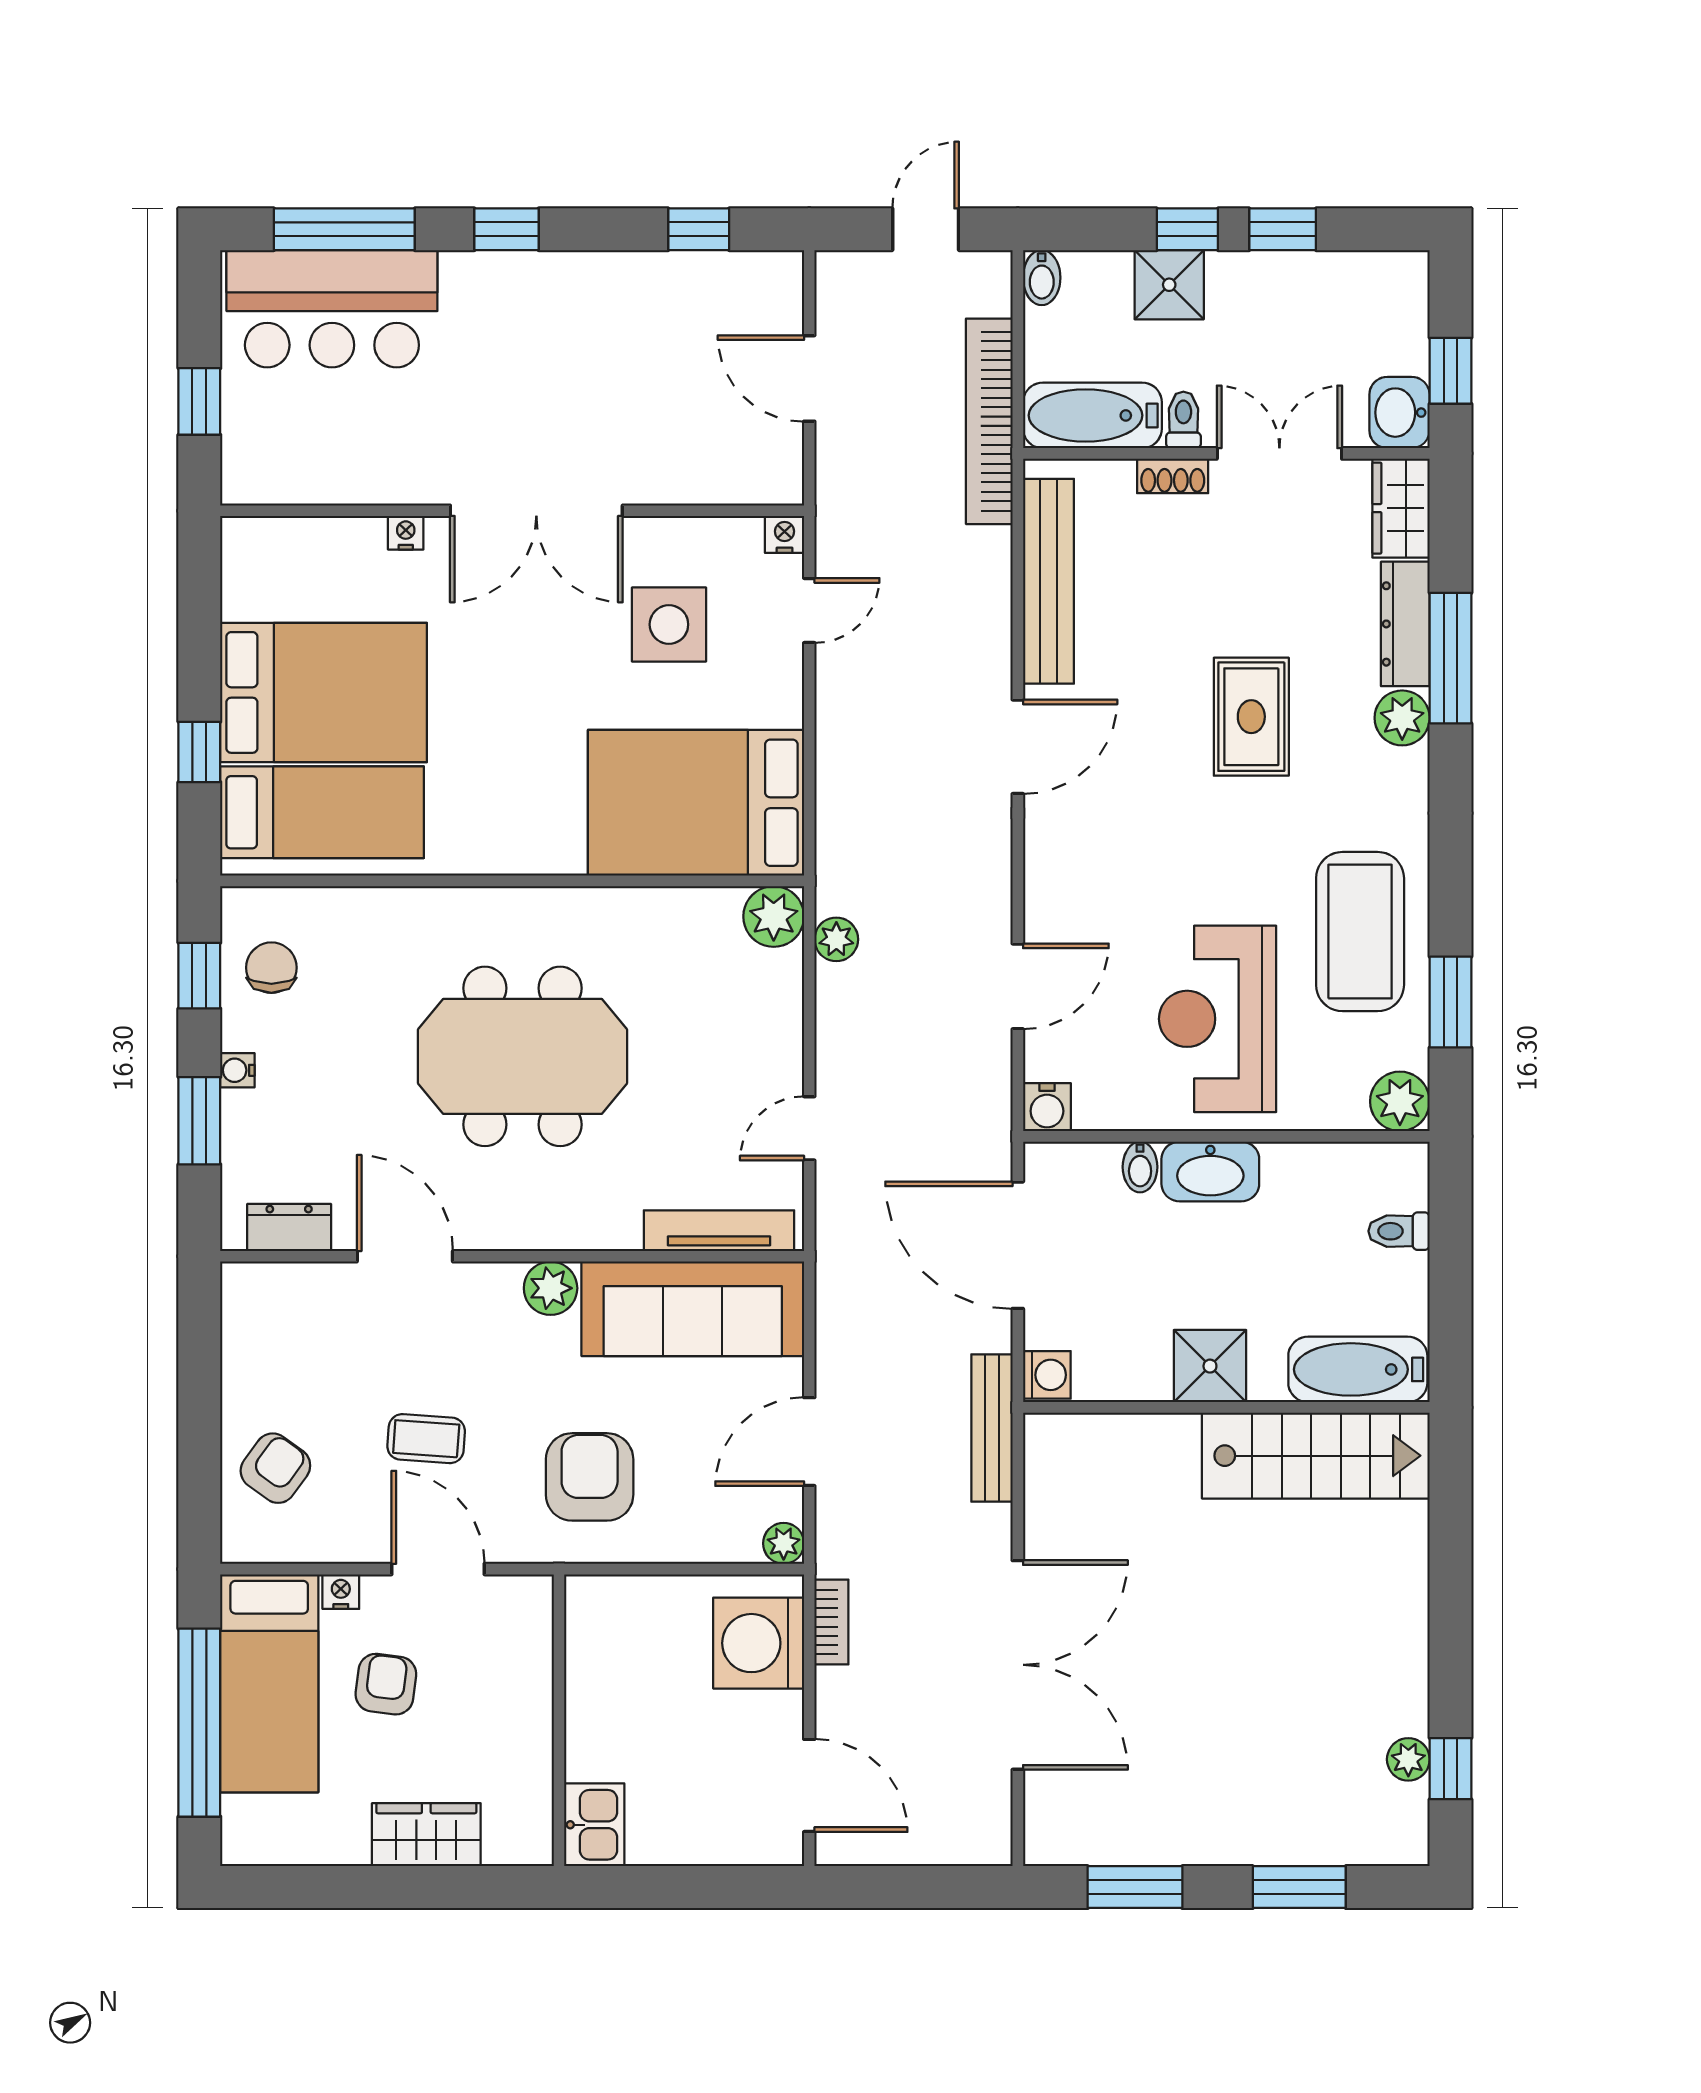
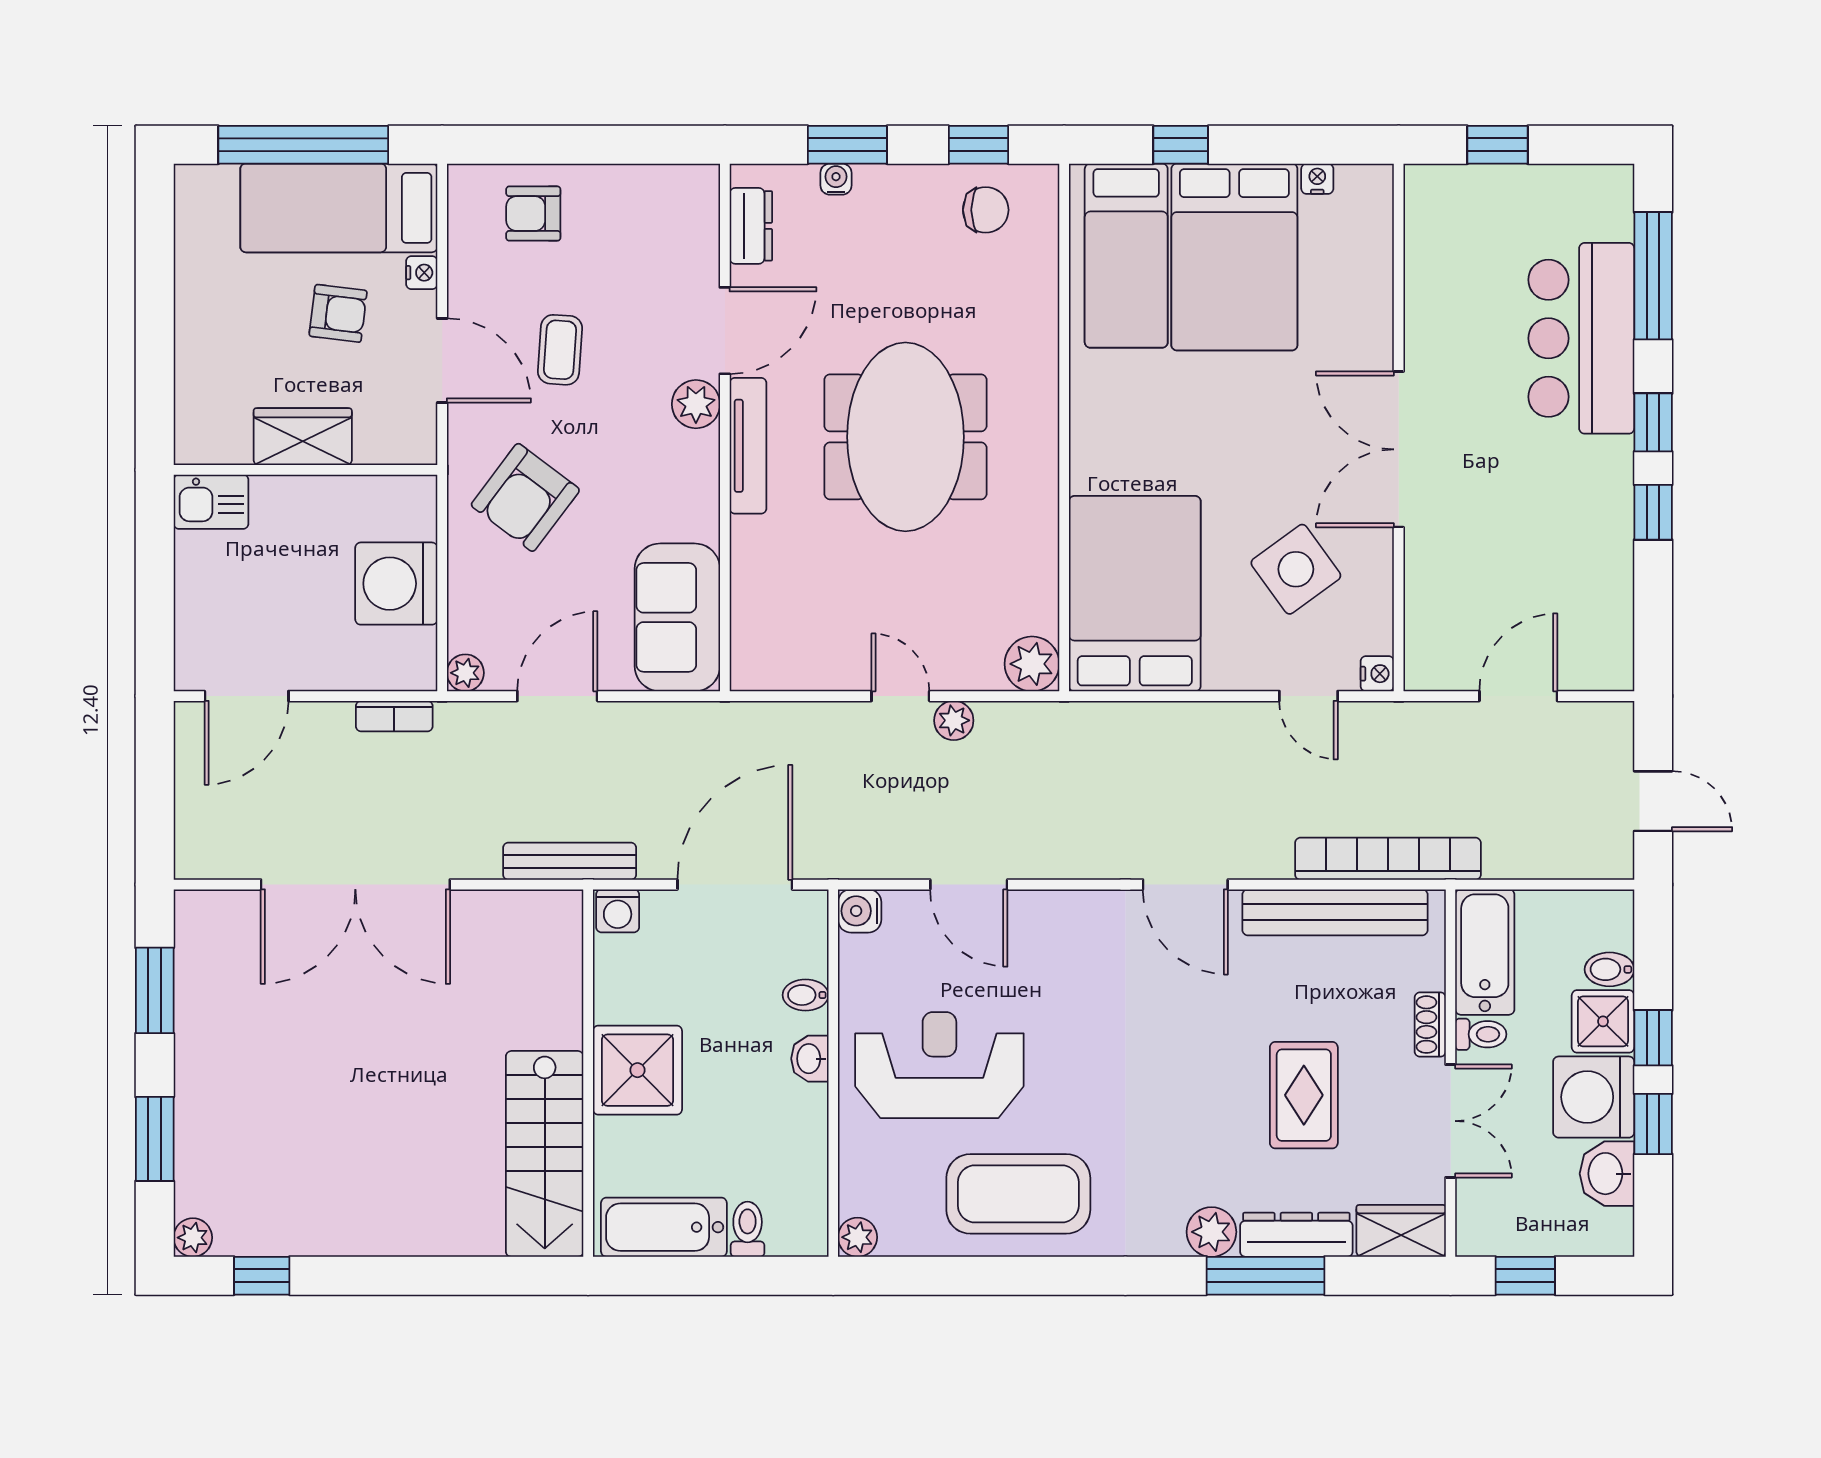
window: (699, 229) -> (1653, 512), moved
bidet: (1042, 278) -> (1609, 969), moved
washing machine: (1253, 295) -> (1594, 1097), added
bar counter: (332, 309) -> (1581, 338), moved
washbasin: (1399, 413) -> (1607, 1174), moved, turned -90
bookcase: (989, 421) -> (1388, 859), moved
nightstand: (406, 533) -> (1317, 179), moved, turned -90
side table: (669, 624) -> (1296, 569), turned -36
rug: (1251, 717) -> (1304, 1095), moved, turned 90
plant: (836, 939) -> (954, 720), moved
window: (1451, 1002) -> (955, 1276), removed
water cooler: (237, 1070) -> (836, 179), moved
plant: (1400, 1101) -> (858, 1237), width x0.73, depth x0.73
door: (809, 1128) -> (900, 696), moved
washbasin: (1210, 1171) -> (810, 1059), width x0.52, depth x0.69
tv unit: (719, 1231) -> (748, 446), moved
plant: (551, 1288) -> (696, 404), moved
sofa: (693, 1309) -> (677, 617), width x0.73
shower: (1210, 1366) -> (637, 1070), width x1.36, depth x1.36
bathtub: (1358, 1369) -> (664, 1227), moved, turned -90
door: (809, 1442) -> (557, 696), hinge flipped
armchair: (275, 1468) -> (533, 214), turned 144
armchair: (590, 1477) -> (525, 497), turned 127
door: (438, 1569) -> (442, 360), hinge flipped
washing machine: (759, 1643) -> (396, 584), moved, turned -90
plant: (1408, 1759) -> (193, 1238), moved
wardrobe: (426, 1835) -> (303, 437), moved, turned -90

